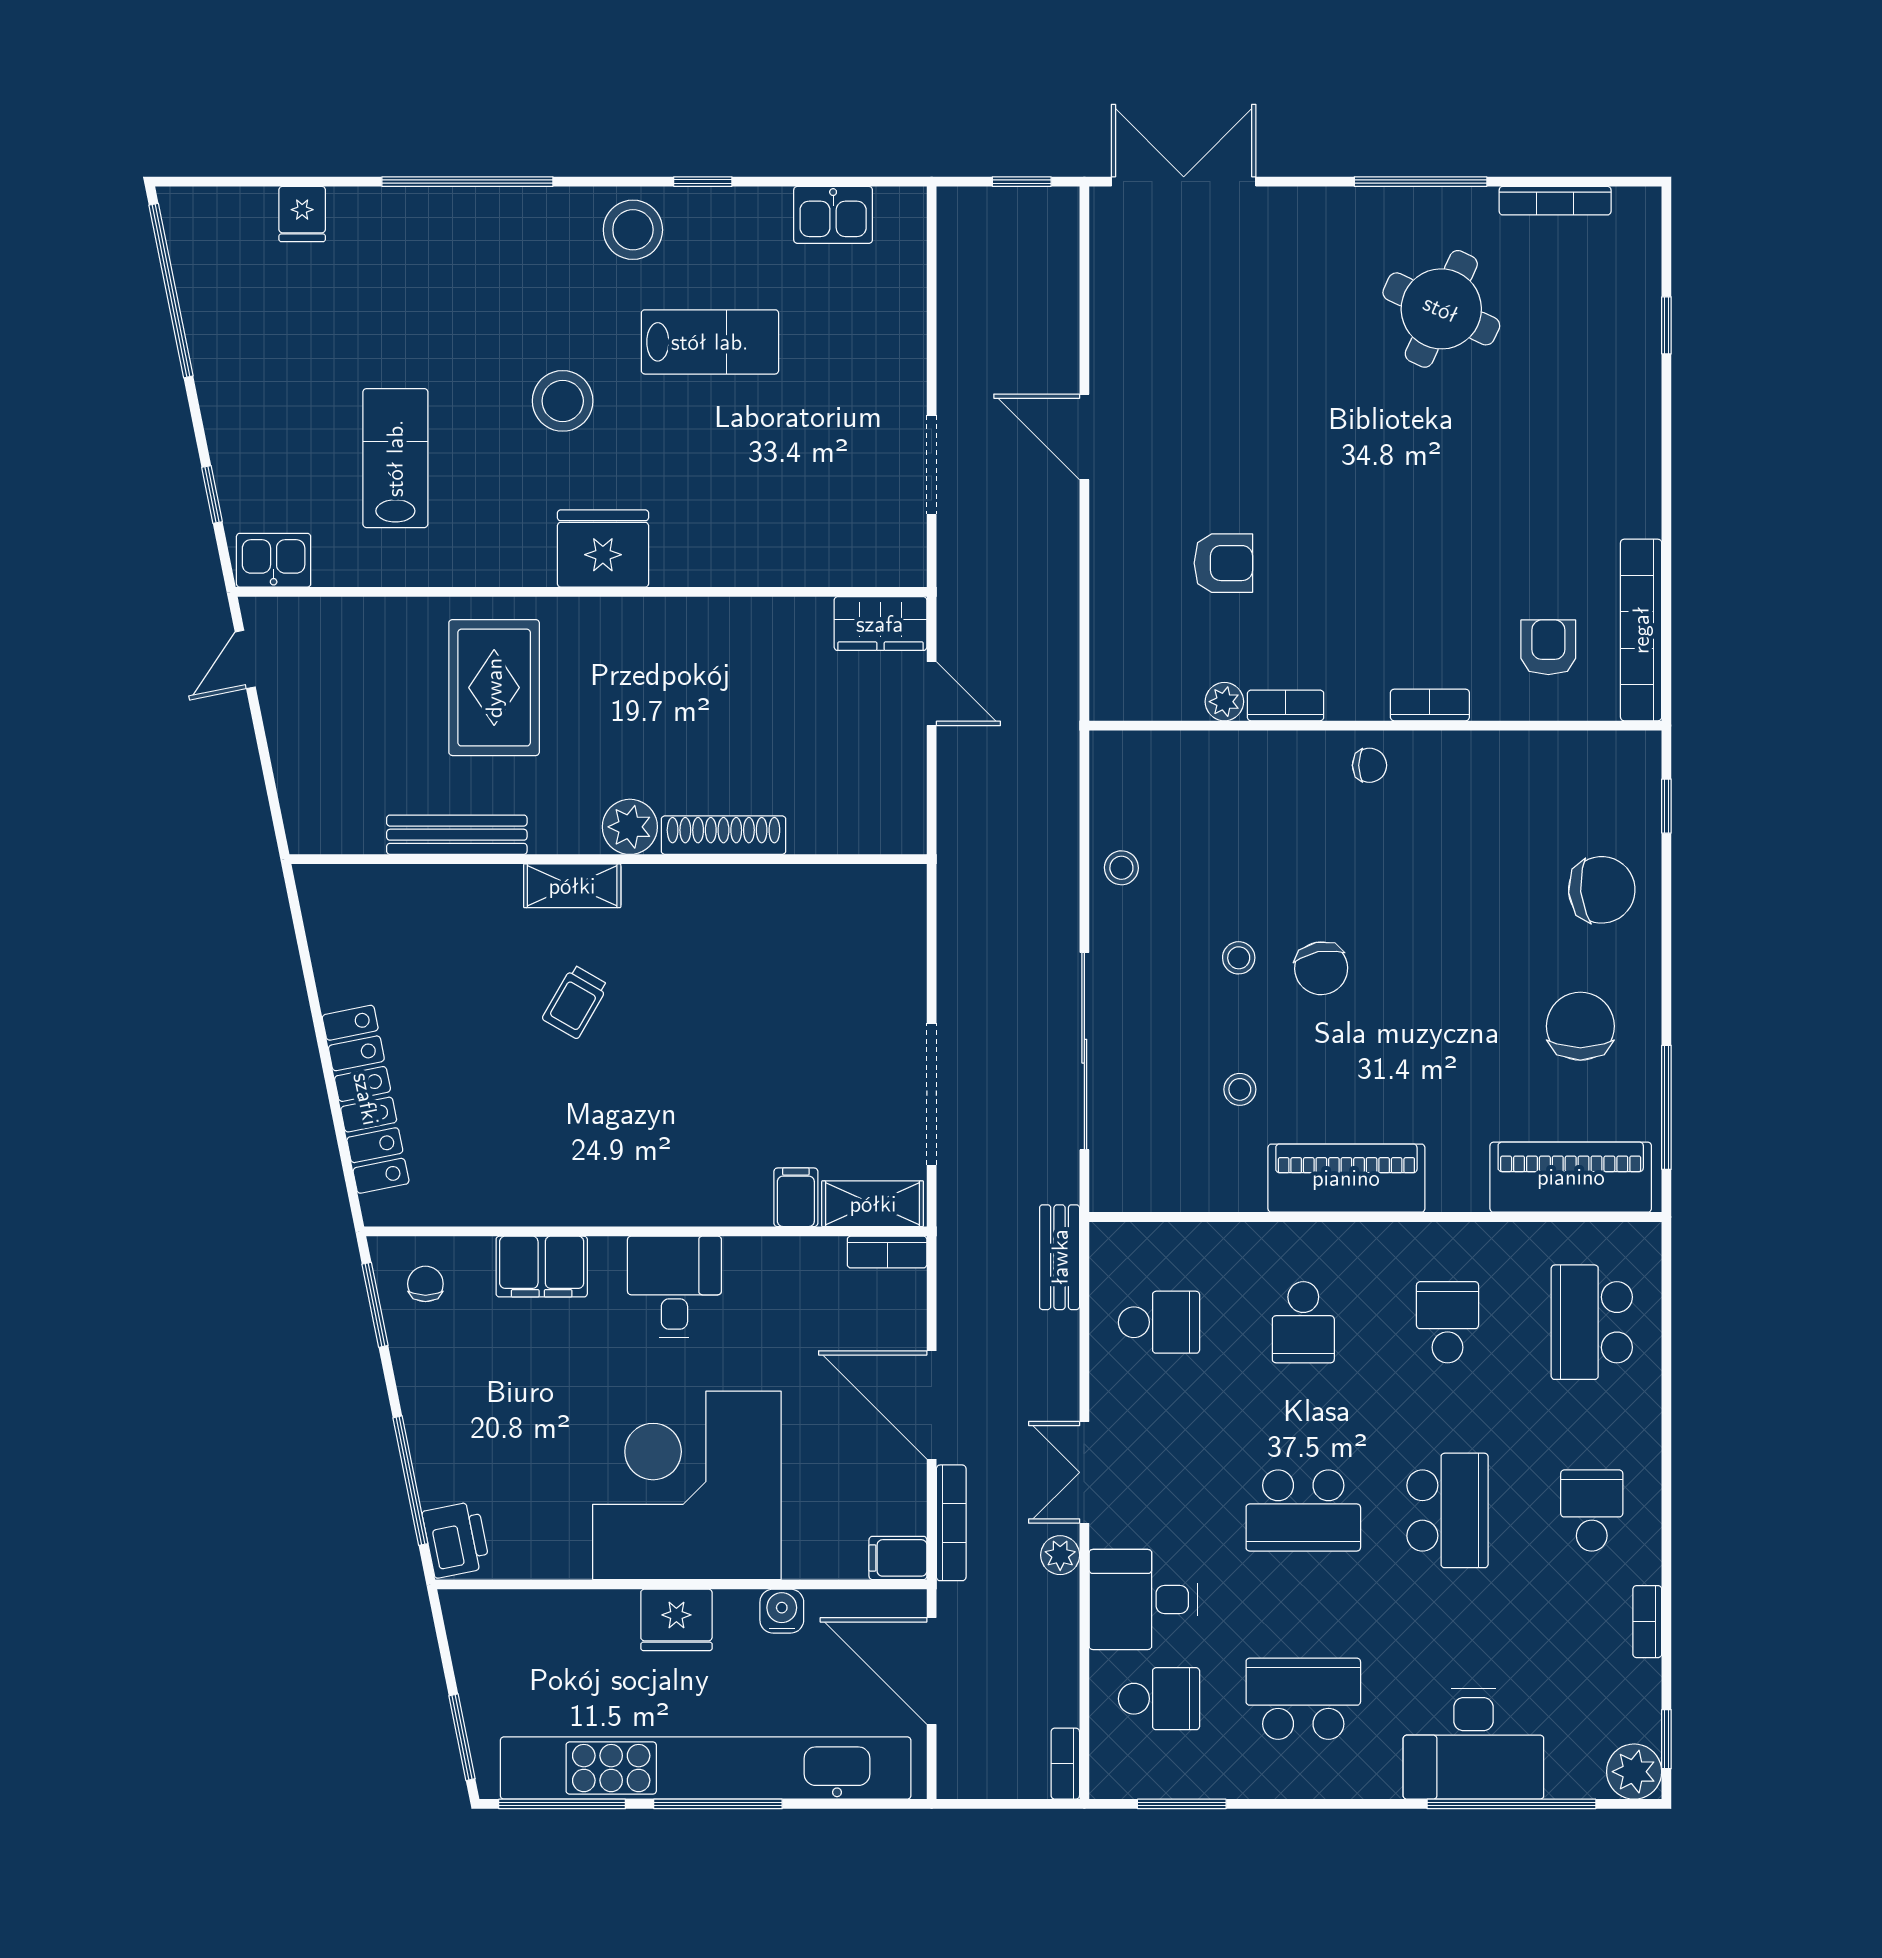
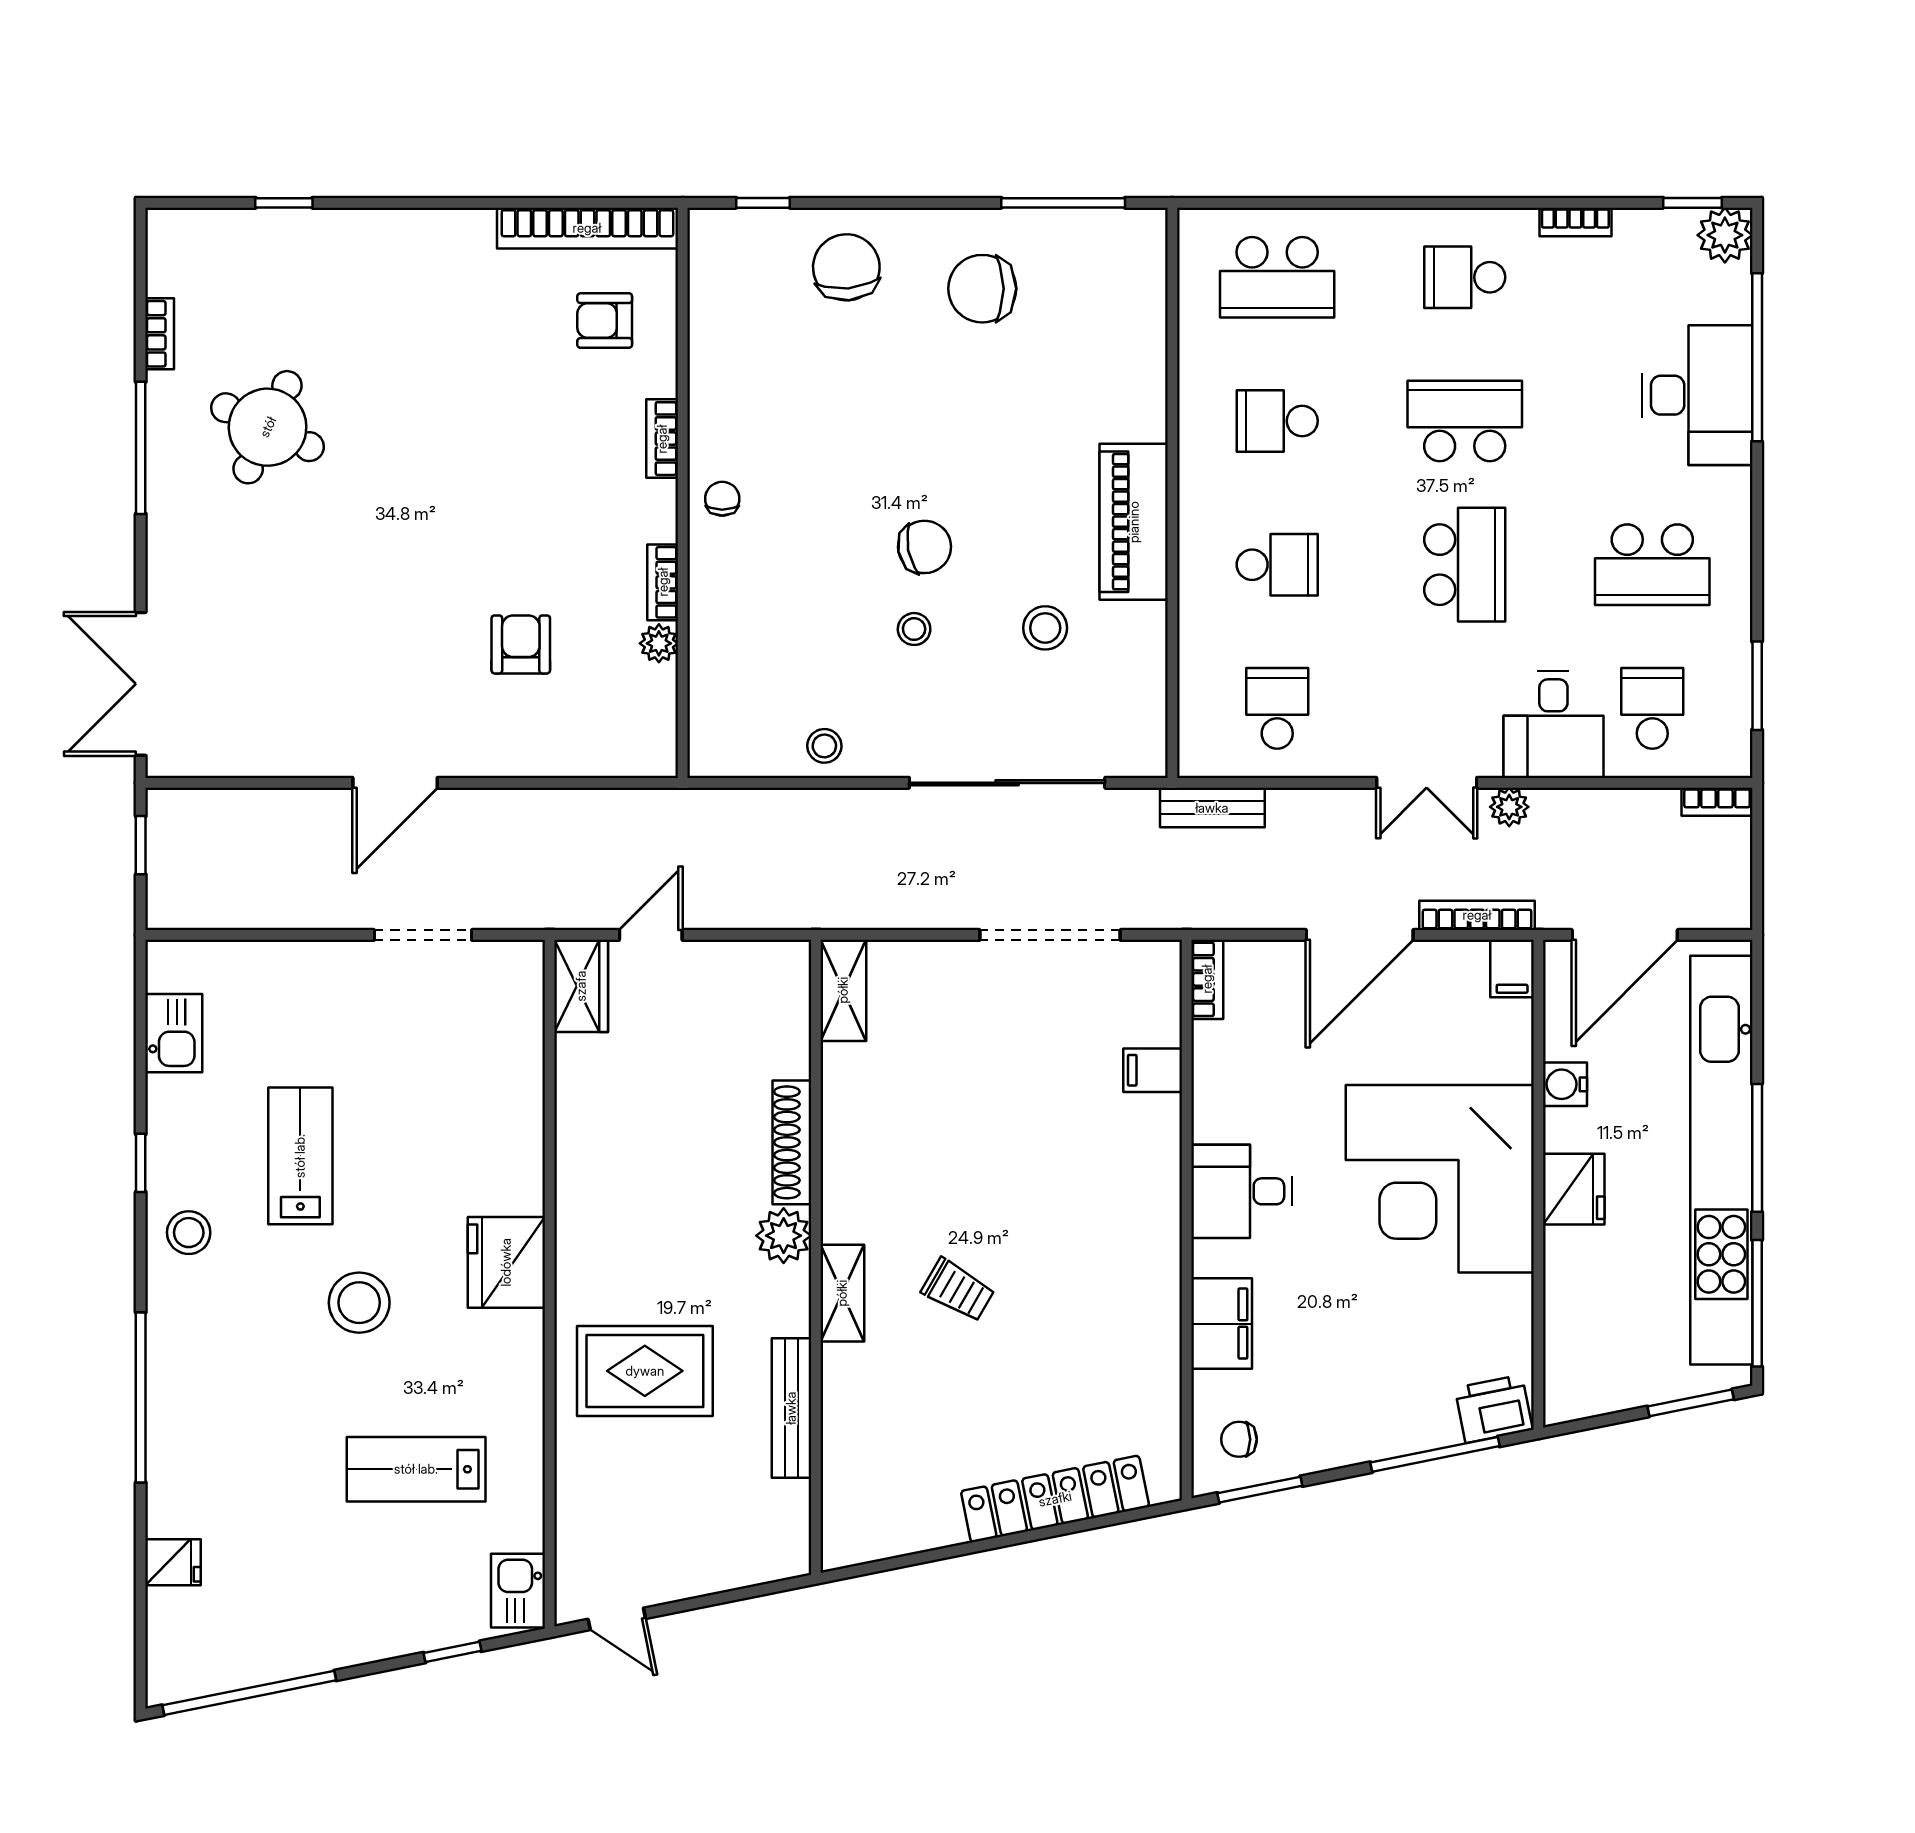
bookcase: (1555, 201) -> (160, 334), width x0.64
stool: (633, 230) -> (189, 1233), width x0.73, depth x0.73
stool: (1240, 1089) -> (1045, 628), width x1.37, depth x1.37
piano: (1571, 1177) -> (1133, 298), removed
shelving: (873, 1204) -> (843, 990), moved
school desk: (1303, 1699) -> (1652, 565), turned -90

